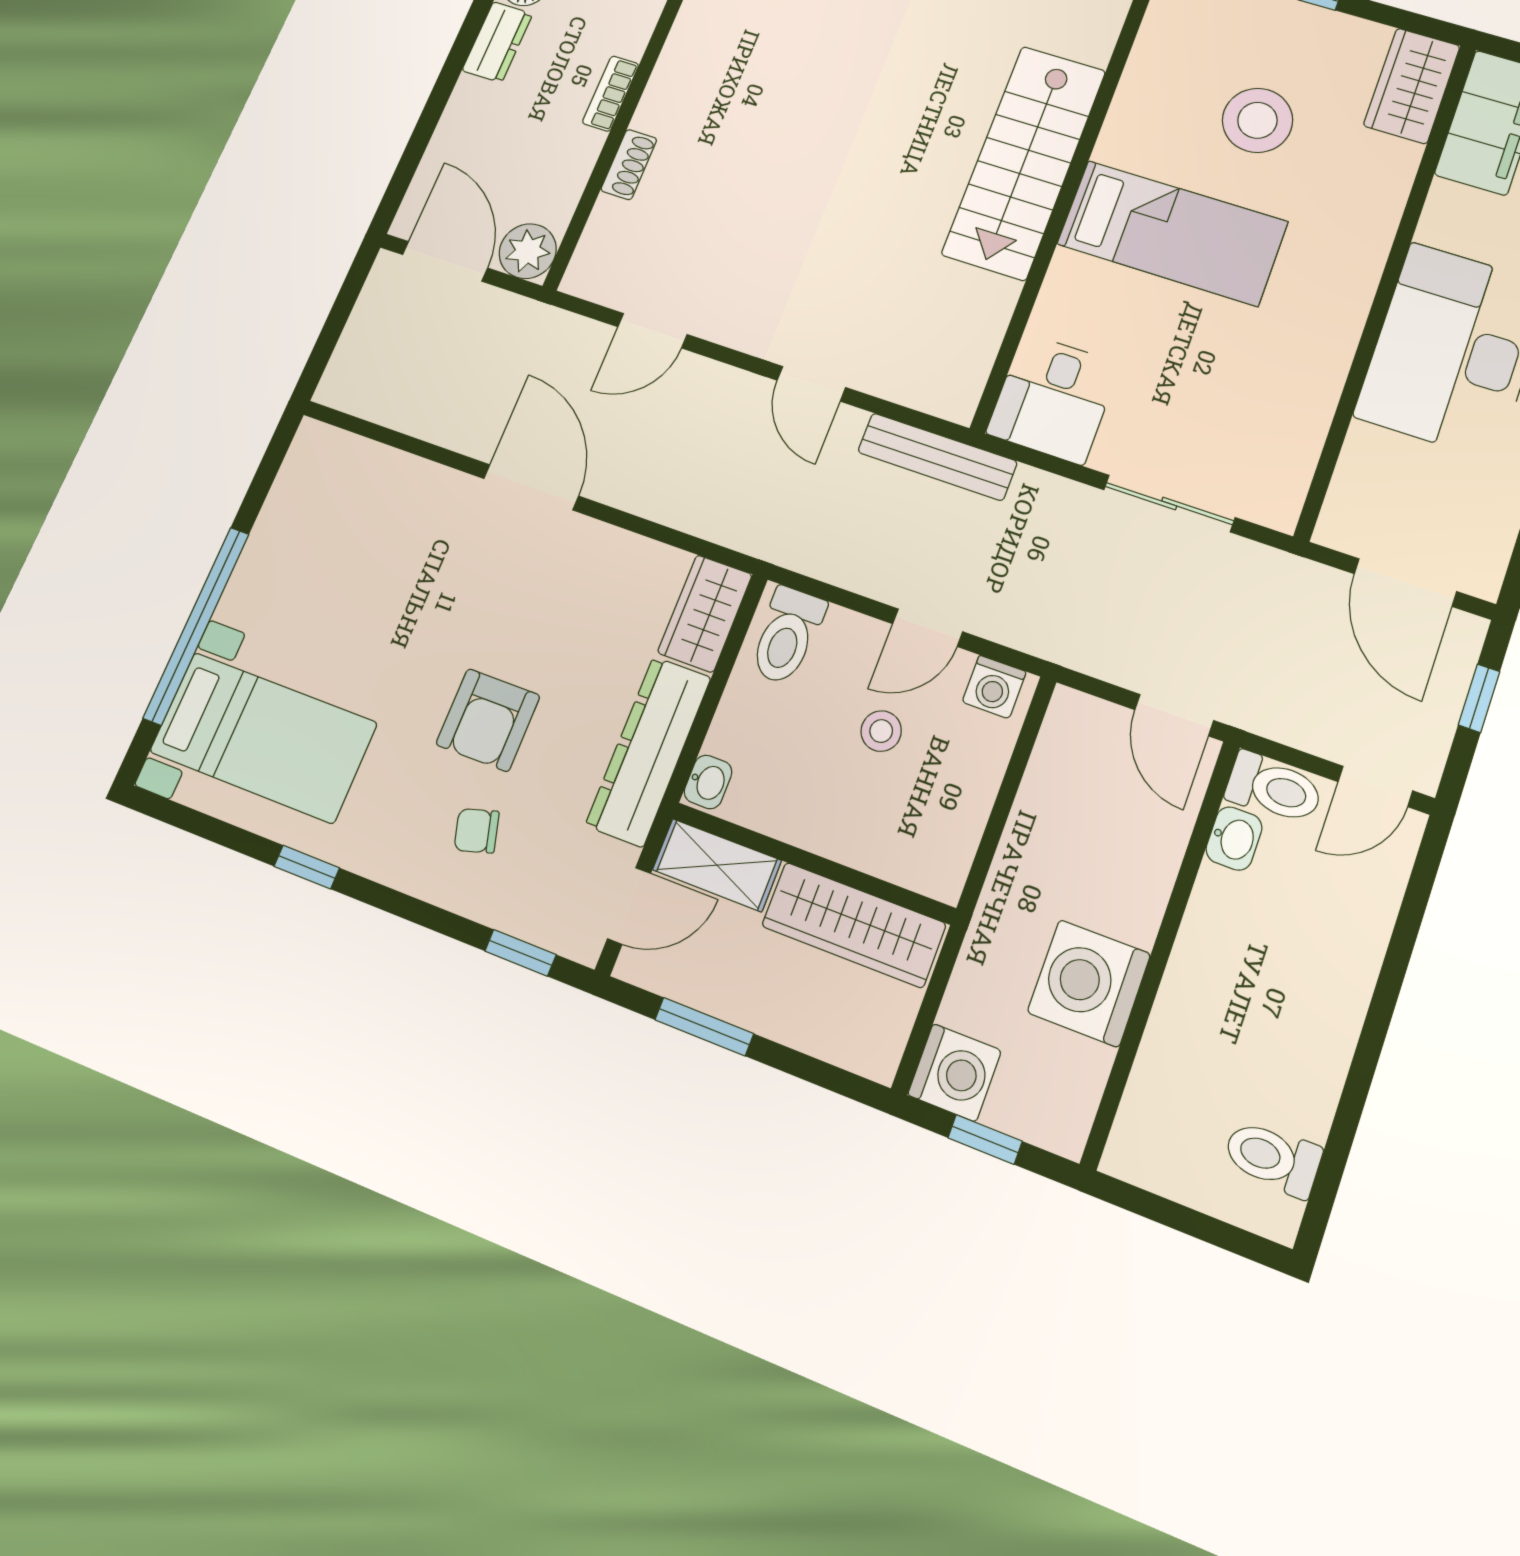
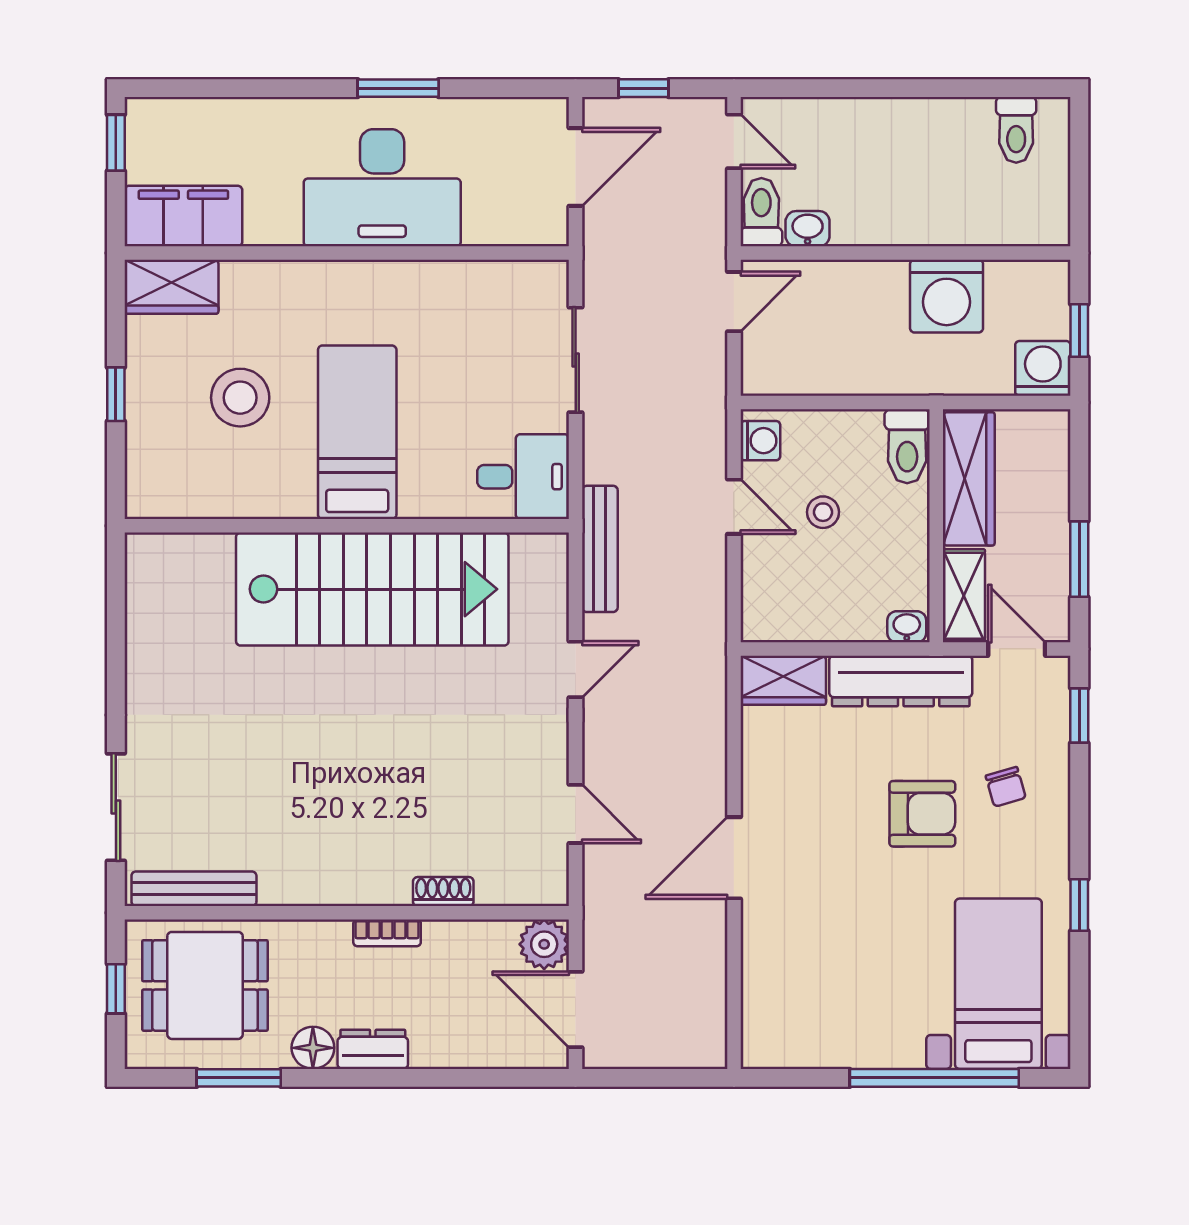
stairs: (1024, 162) -> (372, 589), width x1.36, depth x1.51
door: (445, 261) -> (576, 1009), hinge flipped
toilet: (787, 636) -> (907, 446), moved, turned 90

